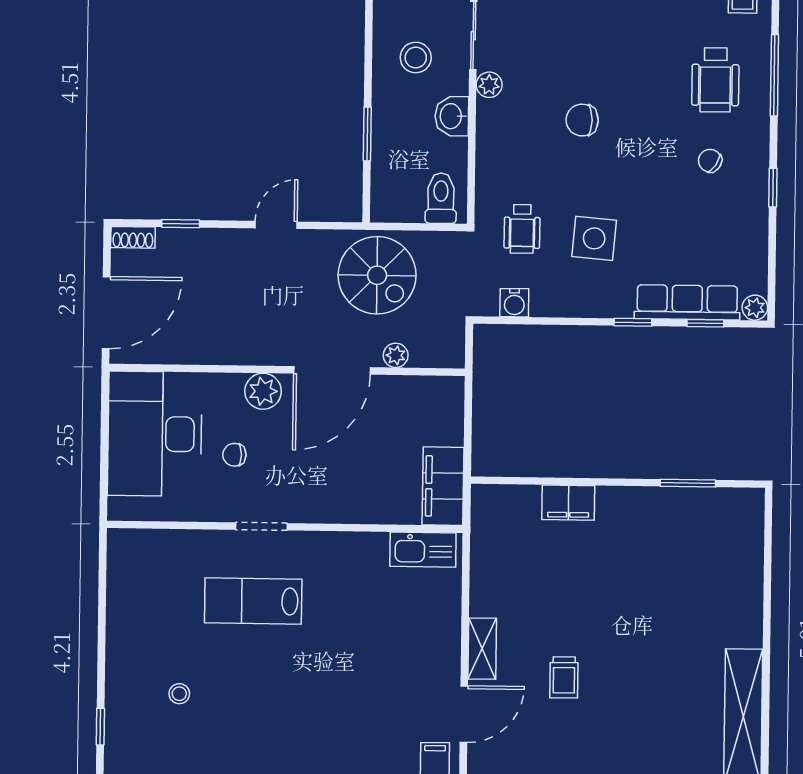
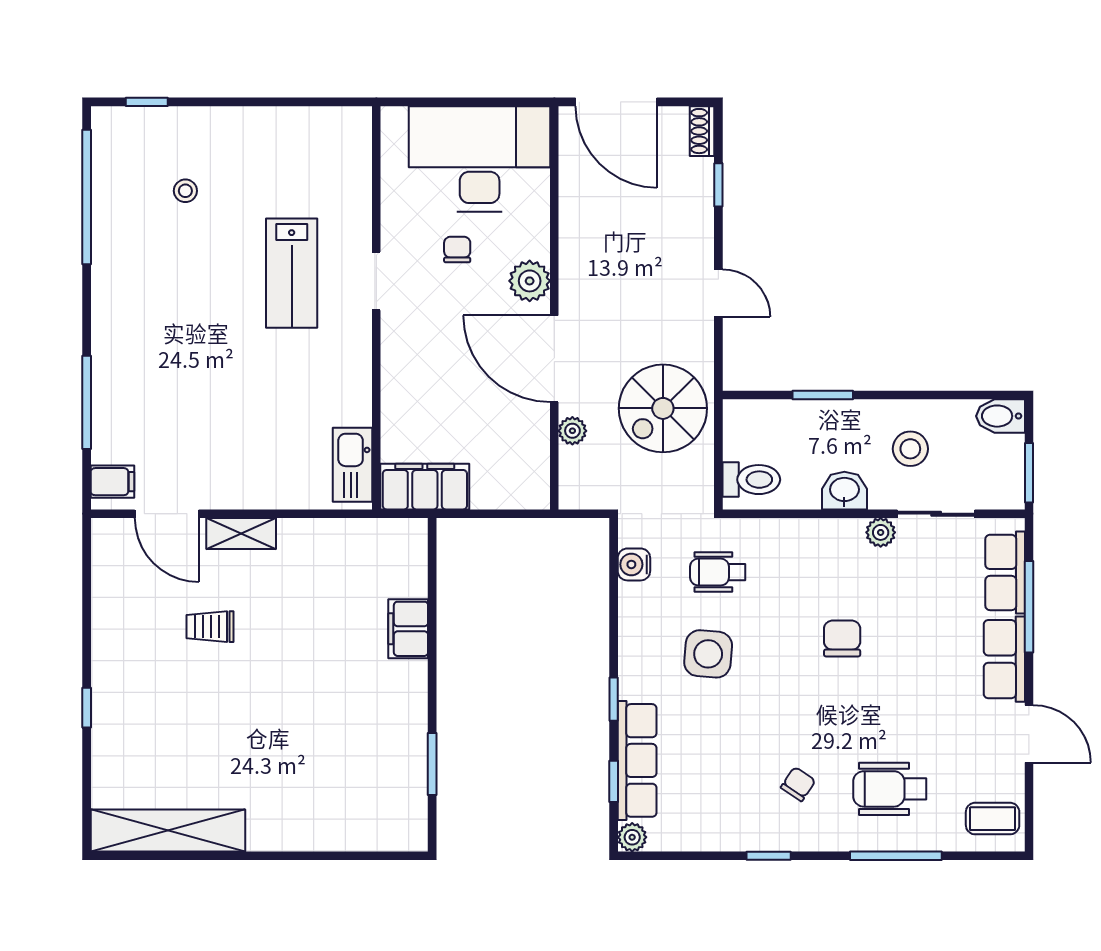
lab bench: (253, 601) -> (292, 273), turned 180

